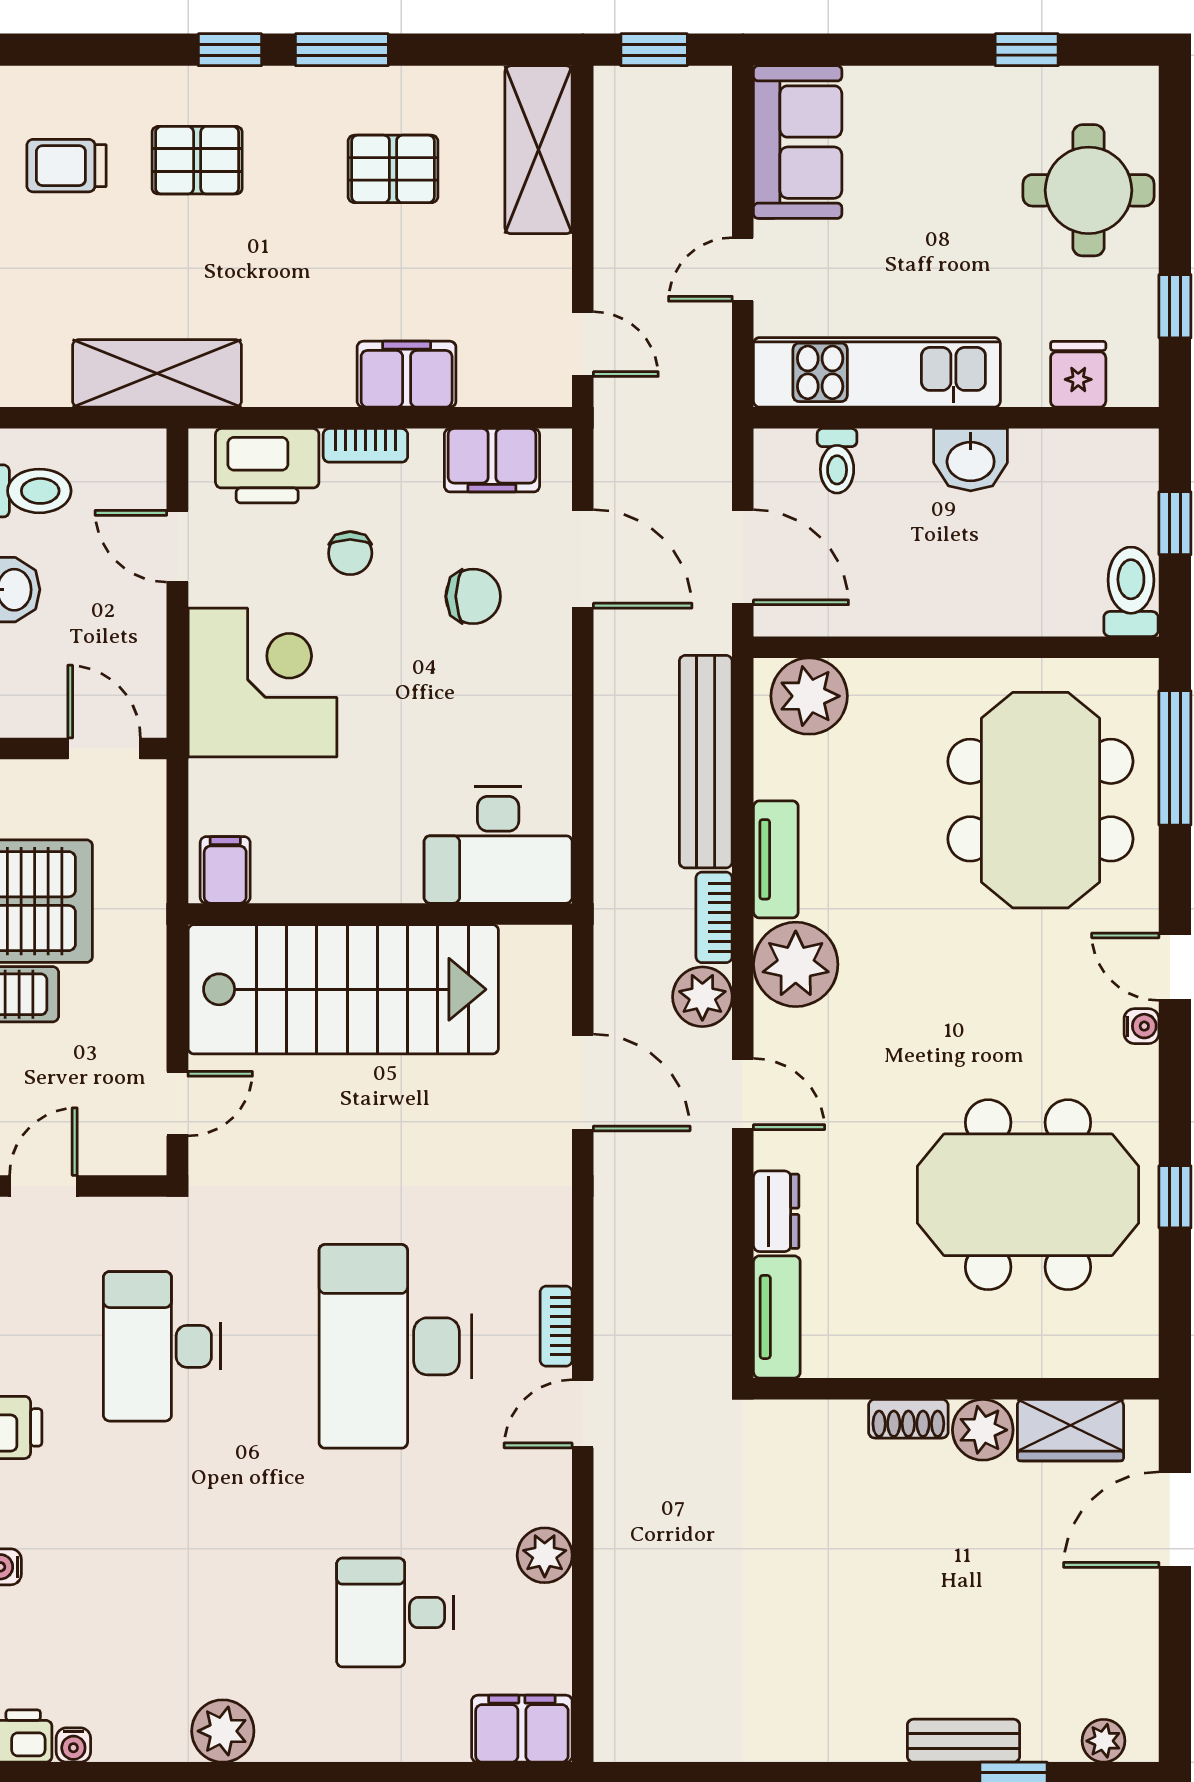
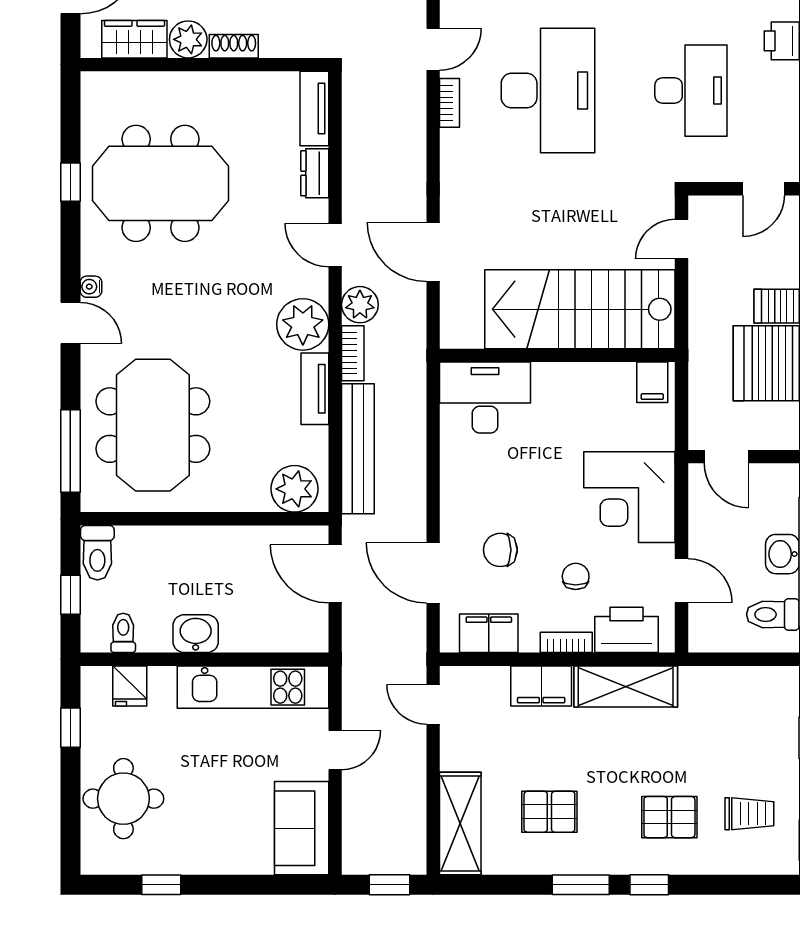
shelving: (157, 373) -> (626, 686), moved
toilet: (837, 461) -> (123, 633), moved

